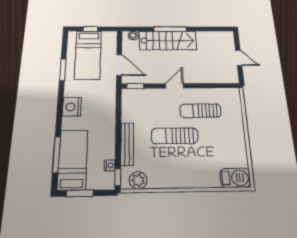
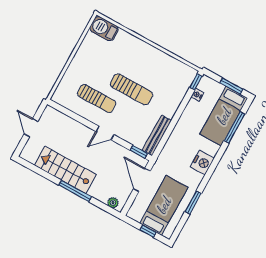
stairs: (168, 40) -> (65, 170), moved
bench: (127, 144) -> (157, 135), moved
plant: (138, 180) -> (181, 70), removed

